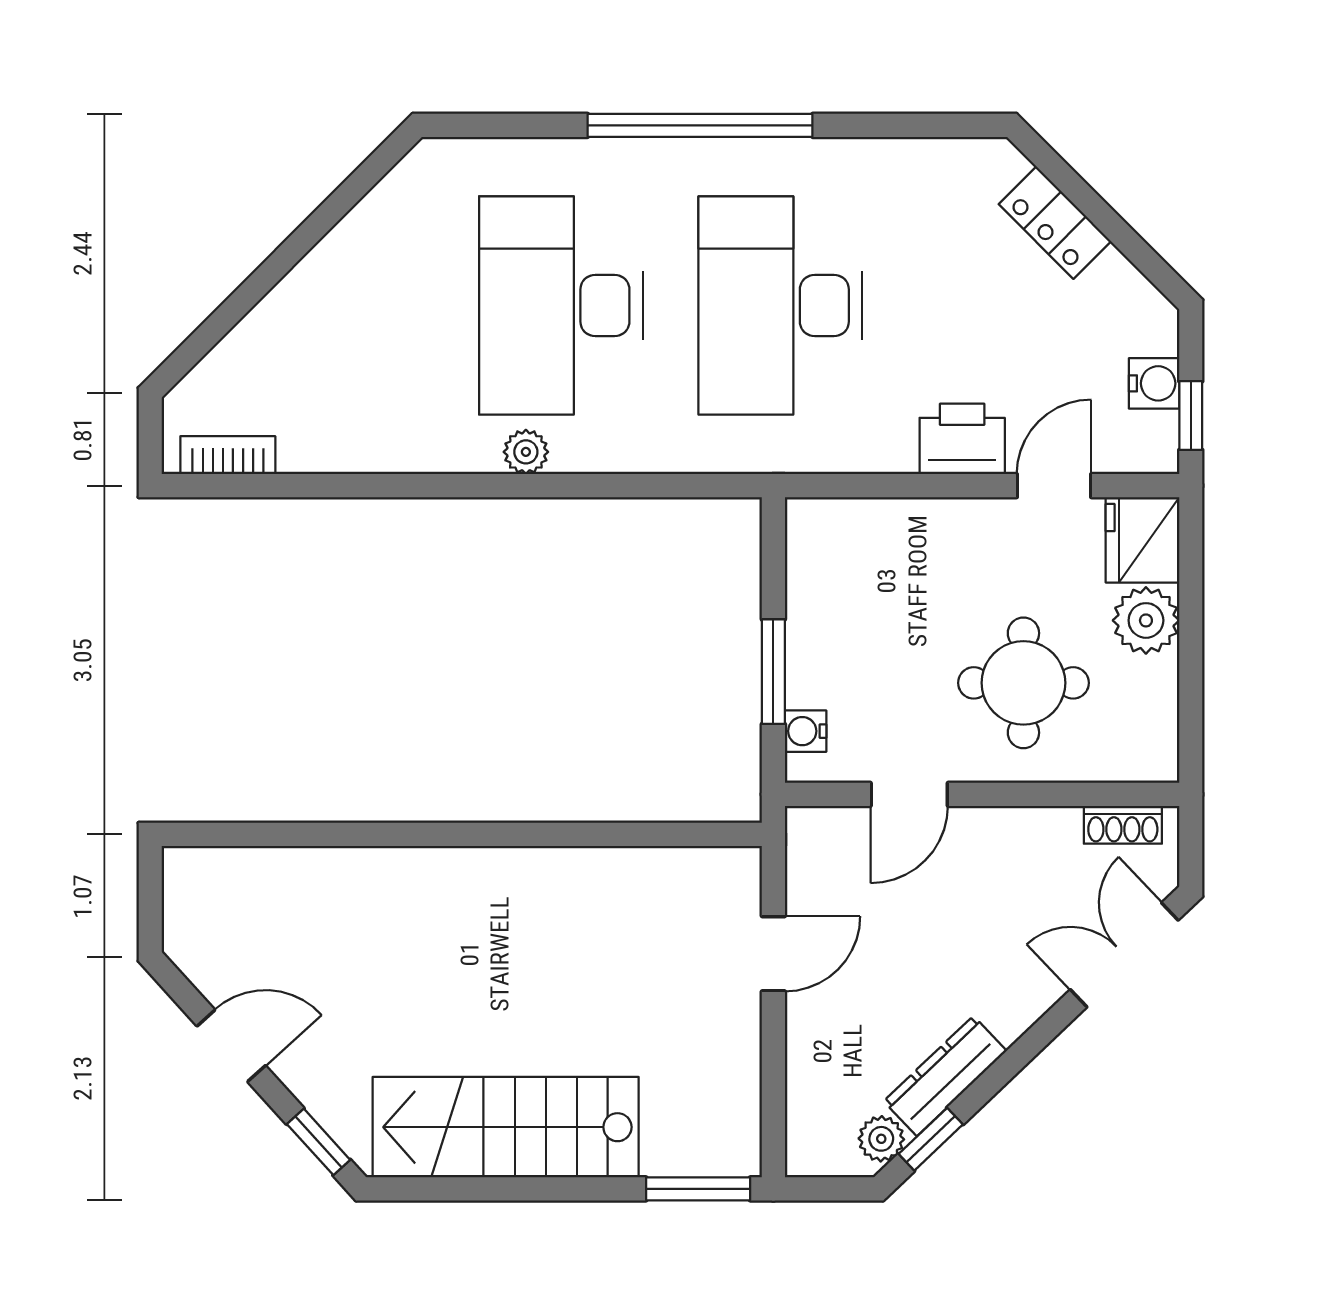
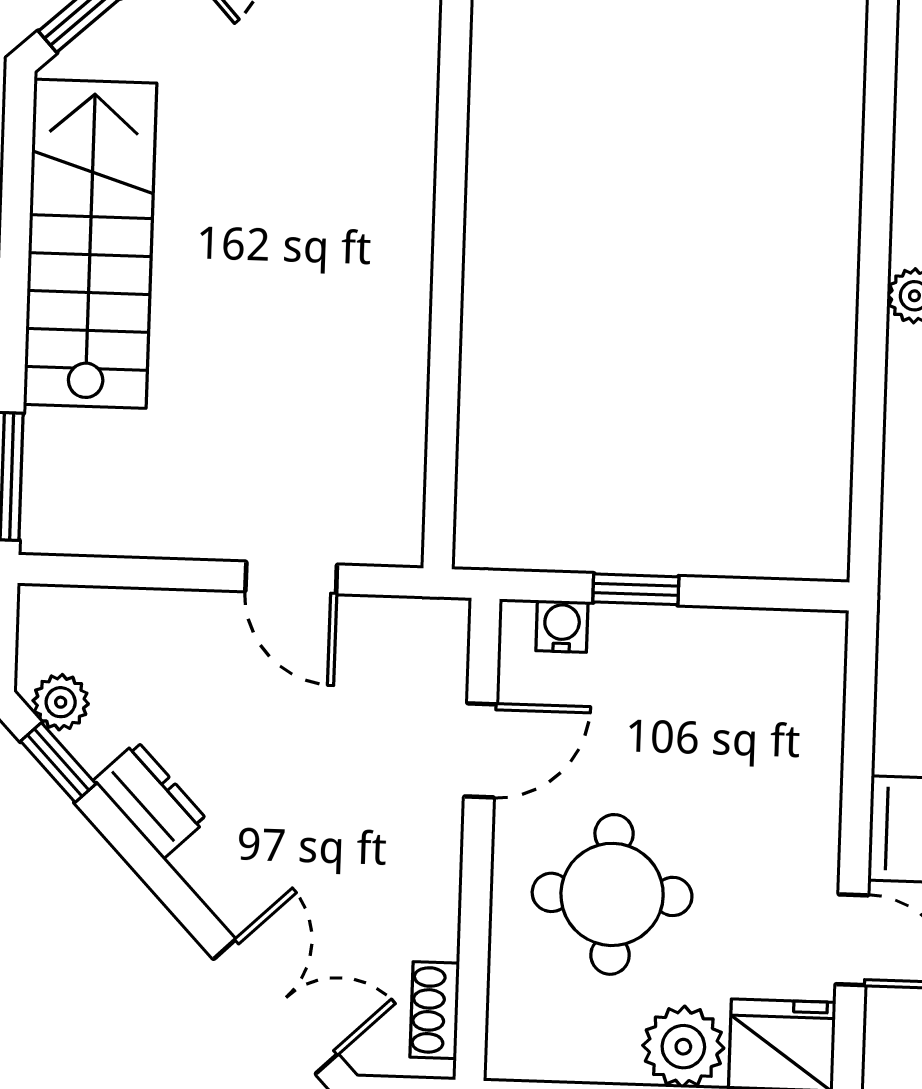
window: (773, 672) -> (636, 589), width x0.67
door: (909, 794) -> (480, 750), swing flipped
dresser: (945, 1076) -> (150, 800), width x0.70

